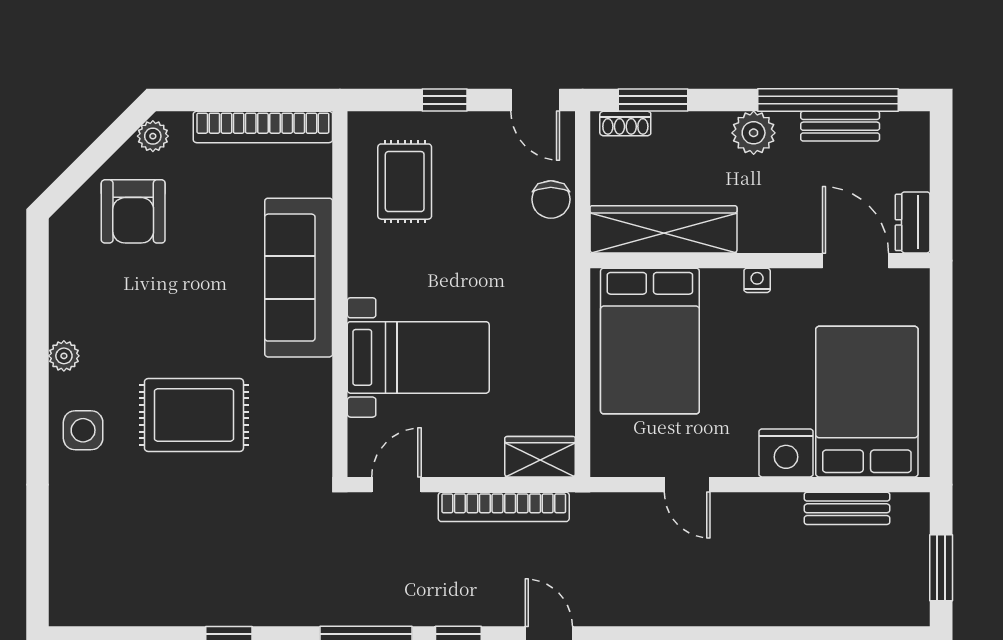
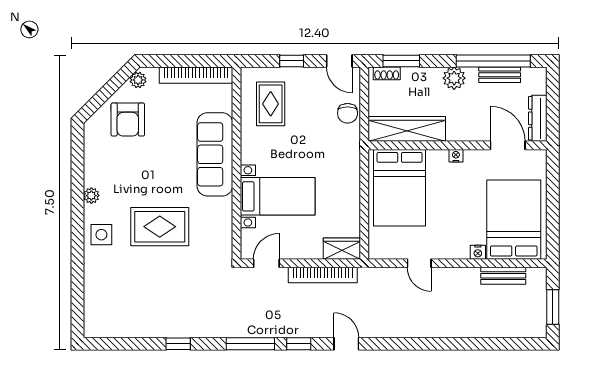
dresser: (913, 222) -> (538, 118), width x1.44
nightstand: (786, 453) -> (478, 252), width x0.53, depth x0.56

